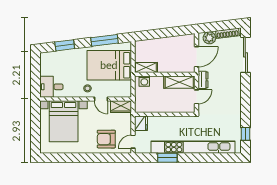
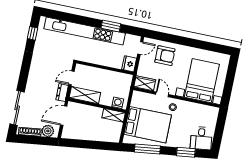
desk: (51, 87) -> (201, 138), moved, turned 83

